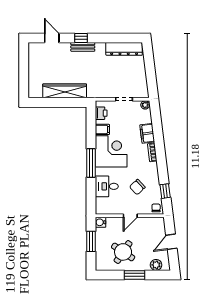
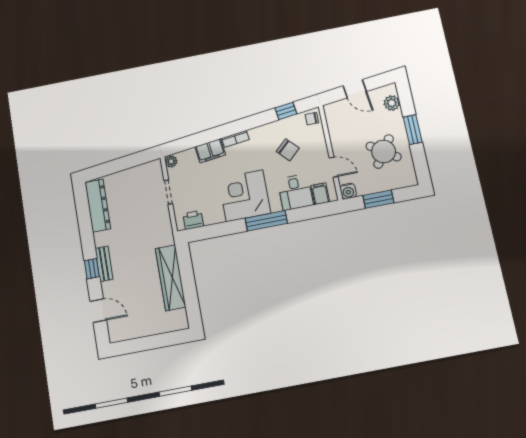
door: (52, 38) -> (98, 311), swing flipped
filing cabinet: (102, 129) -> (320, 194), moved
door: (130, 216) -> (334, 167), moved

